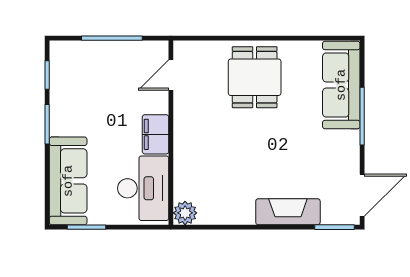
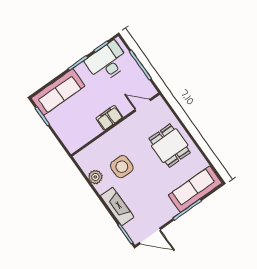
dining table: (255, 77) -> (170, 146), turned 90
side table: (237, 166) -> (122, 167), added
desk: (143, 188) -> (107, 62), moved, turned 180
plant: (185, 213) -> (95, 177), moved

